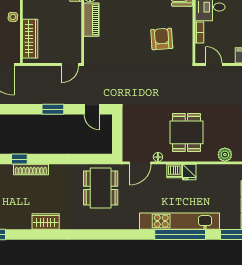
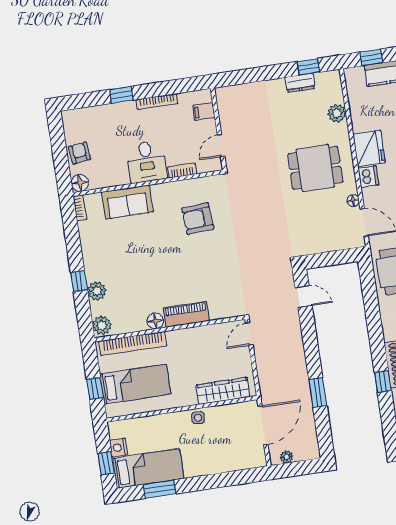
door: (70, 64) -> (249, 334), swing flipped
window: (53, 109) -> (318, 393), moved
door: (92, 109) -> (303, 297), hinge flipped
fridge: (189, 172) -> (369, 148), width x1.88, depth x1.34

